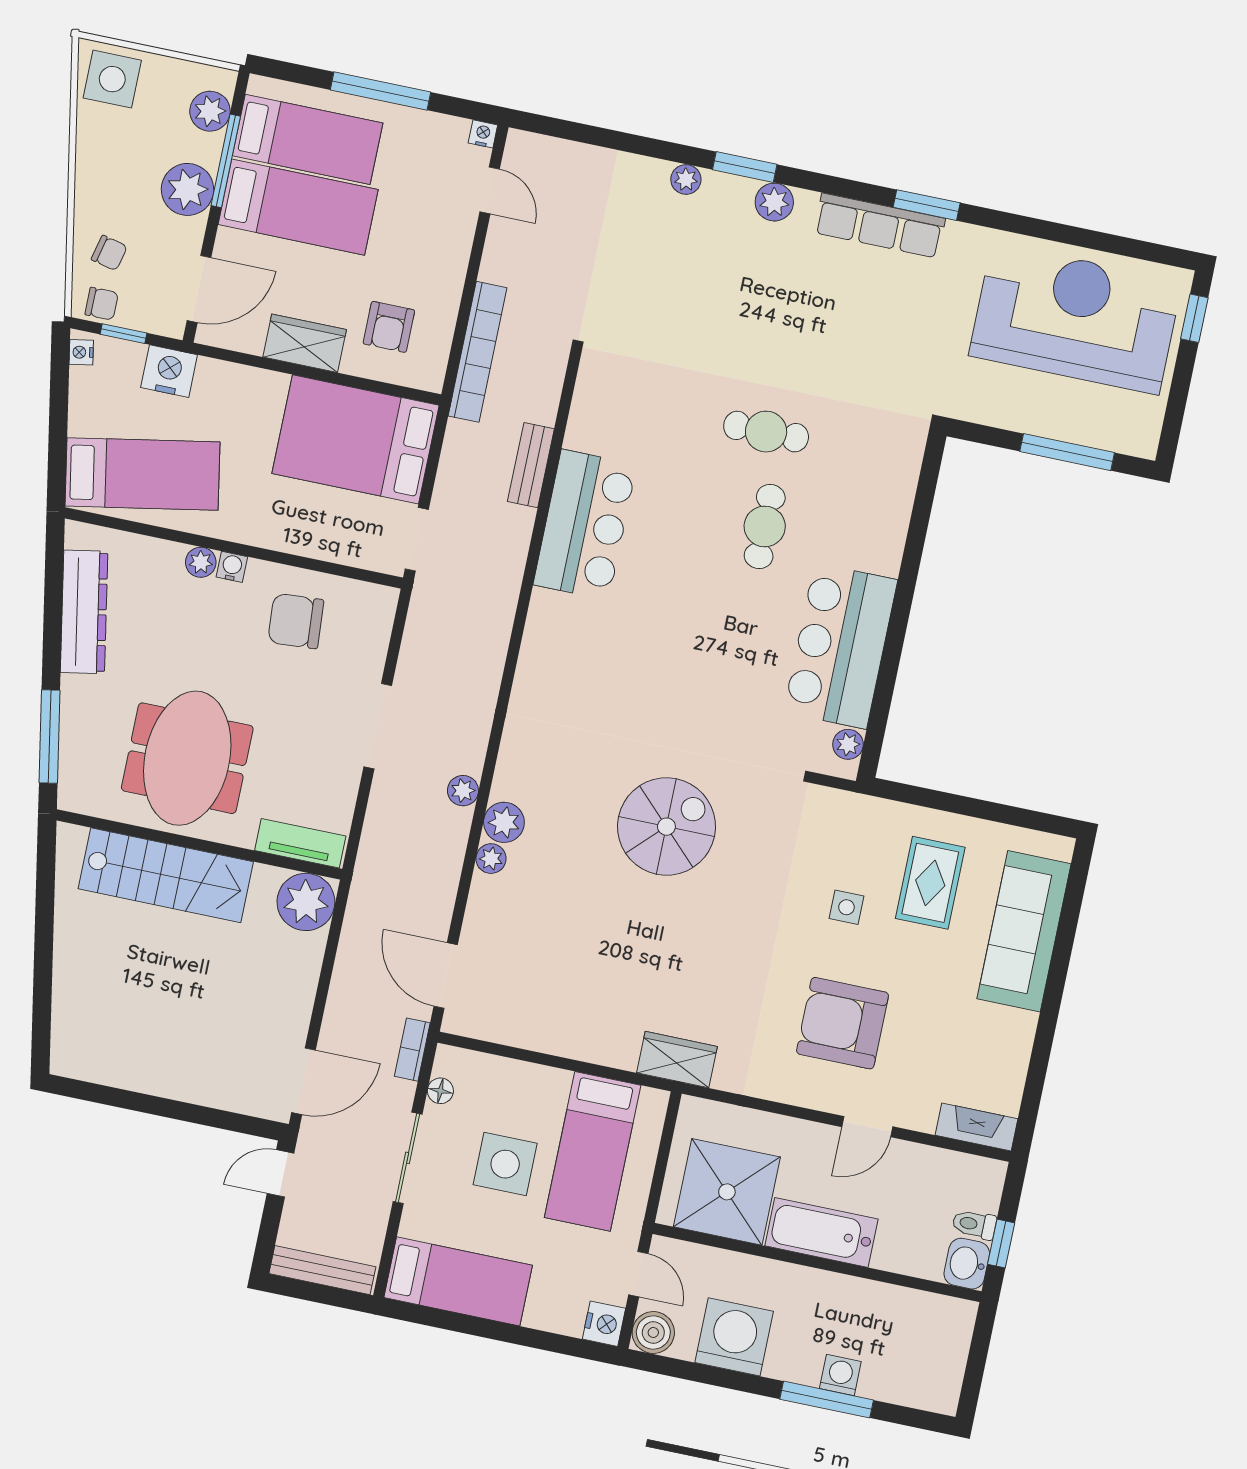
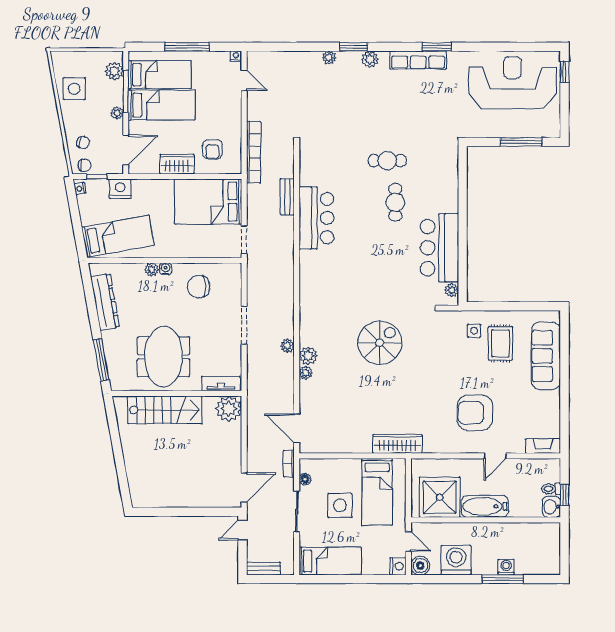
side table: (112, 79) -> (74, 89), moved
plant: (187, 189) -> (117, 113), width x0.53, depth x0.53
side table: (846, 907) -> (474, 331), moved
wardrobe: (677, 1060) -> (397, 444), width x1.50
bench: (322, 1270) -> (263, 569), width x0.73

